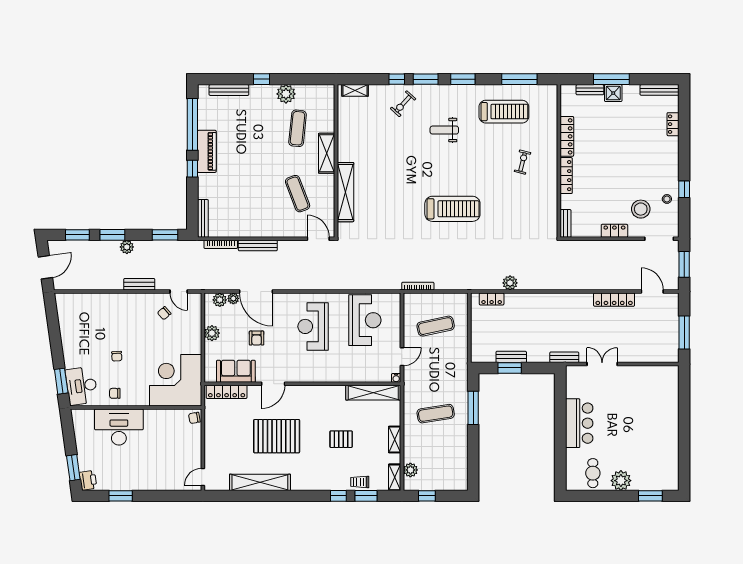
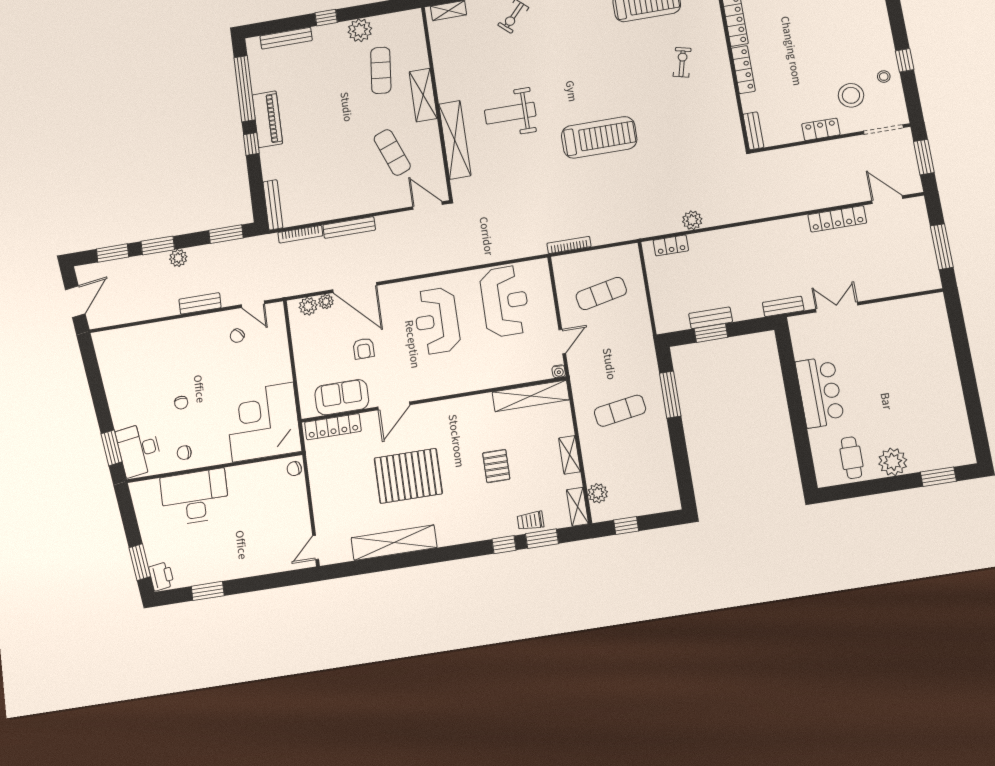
weight bench: (444, 130) -> (510, 113), moved, width x1.36, depth x1.33
plant: (212, 333) -> (303, 352), removed
pallet: (341, 439) -> (496, 466), turned 90

